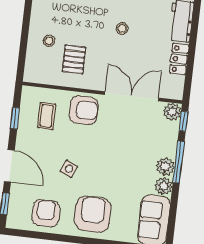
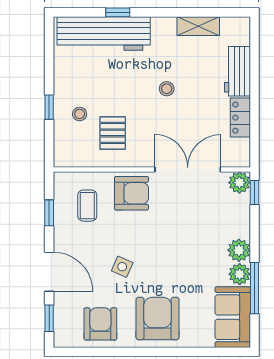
window: (25, 32) -> (49, 107), added
window: (179, 162) -> (255, 288), moved

